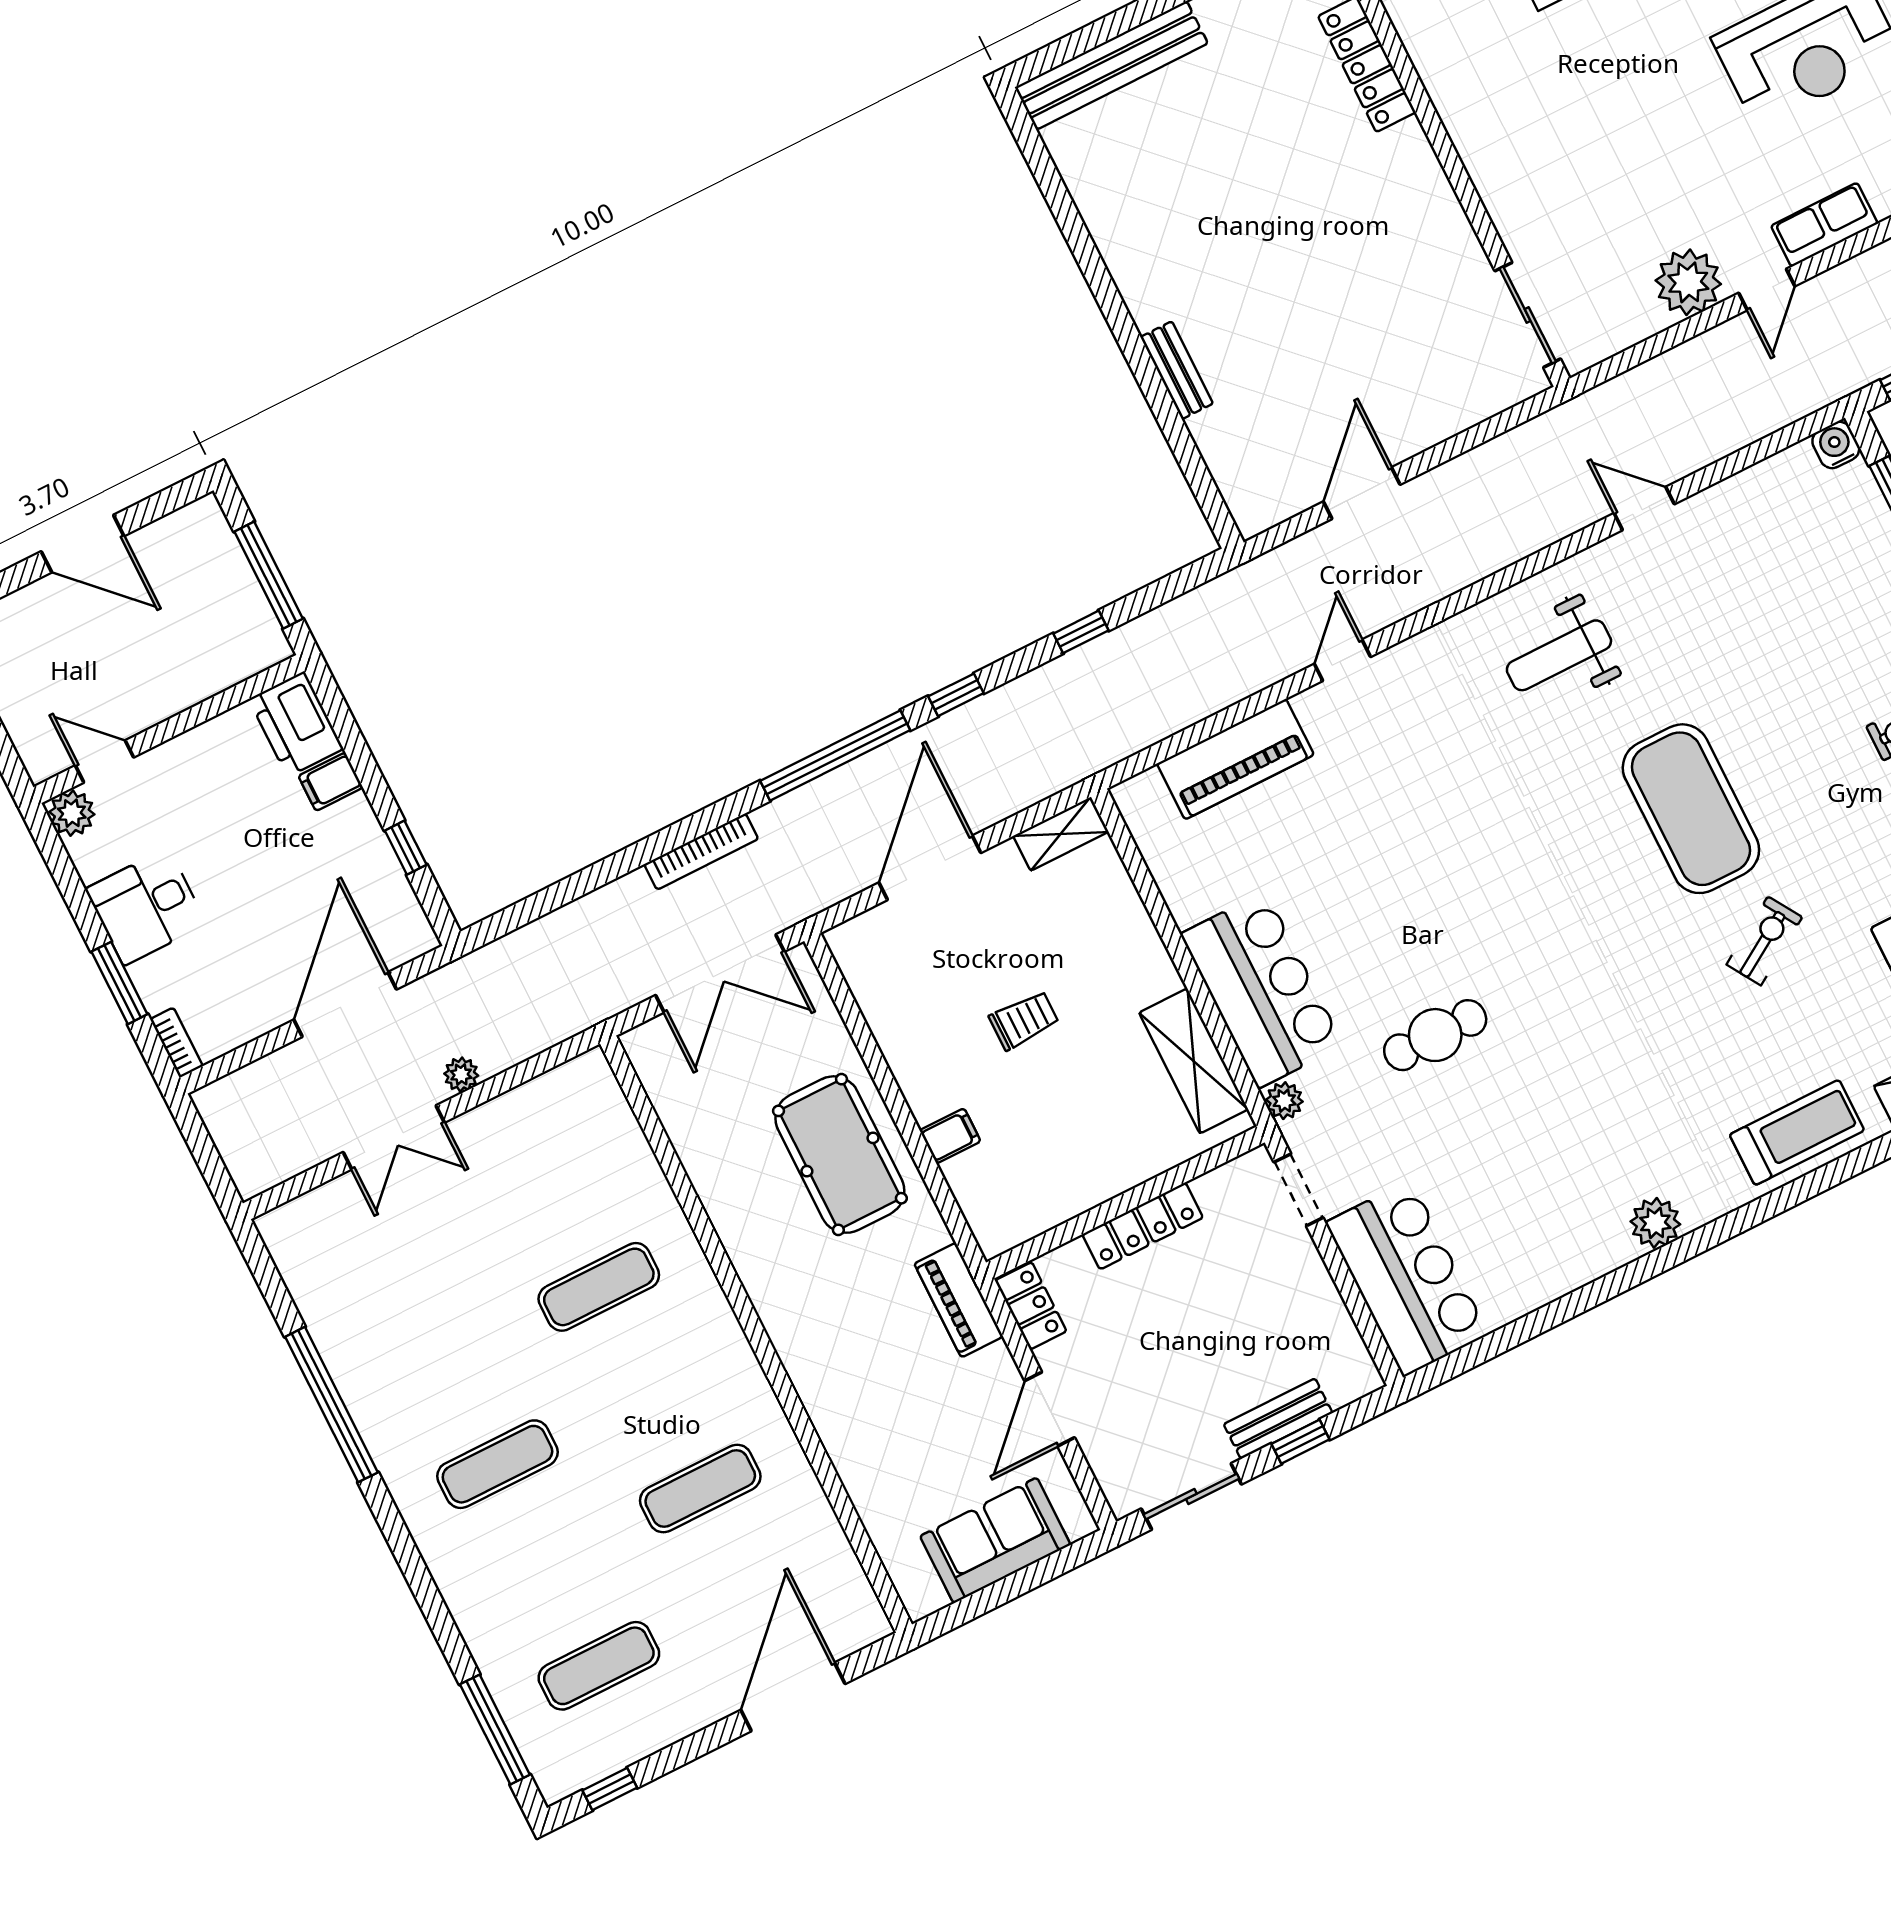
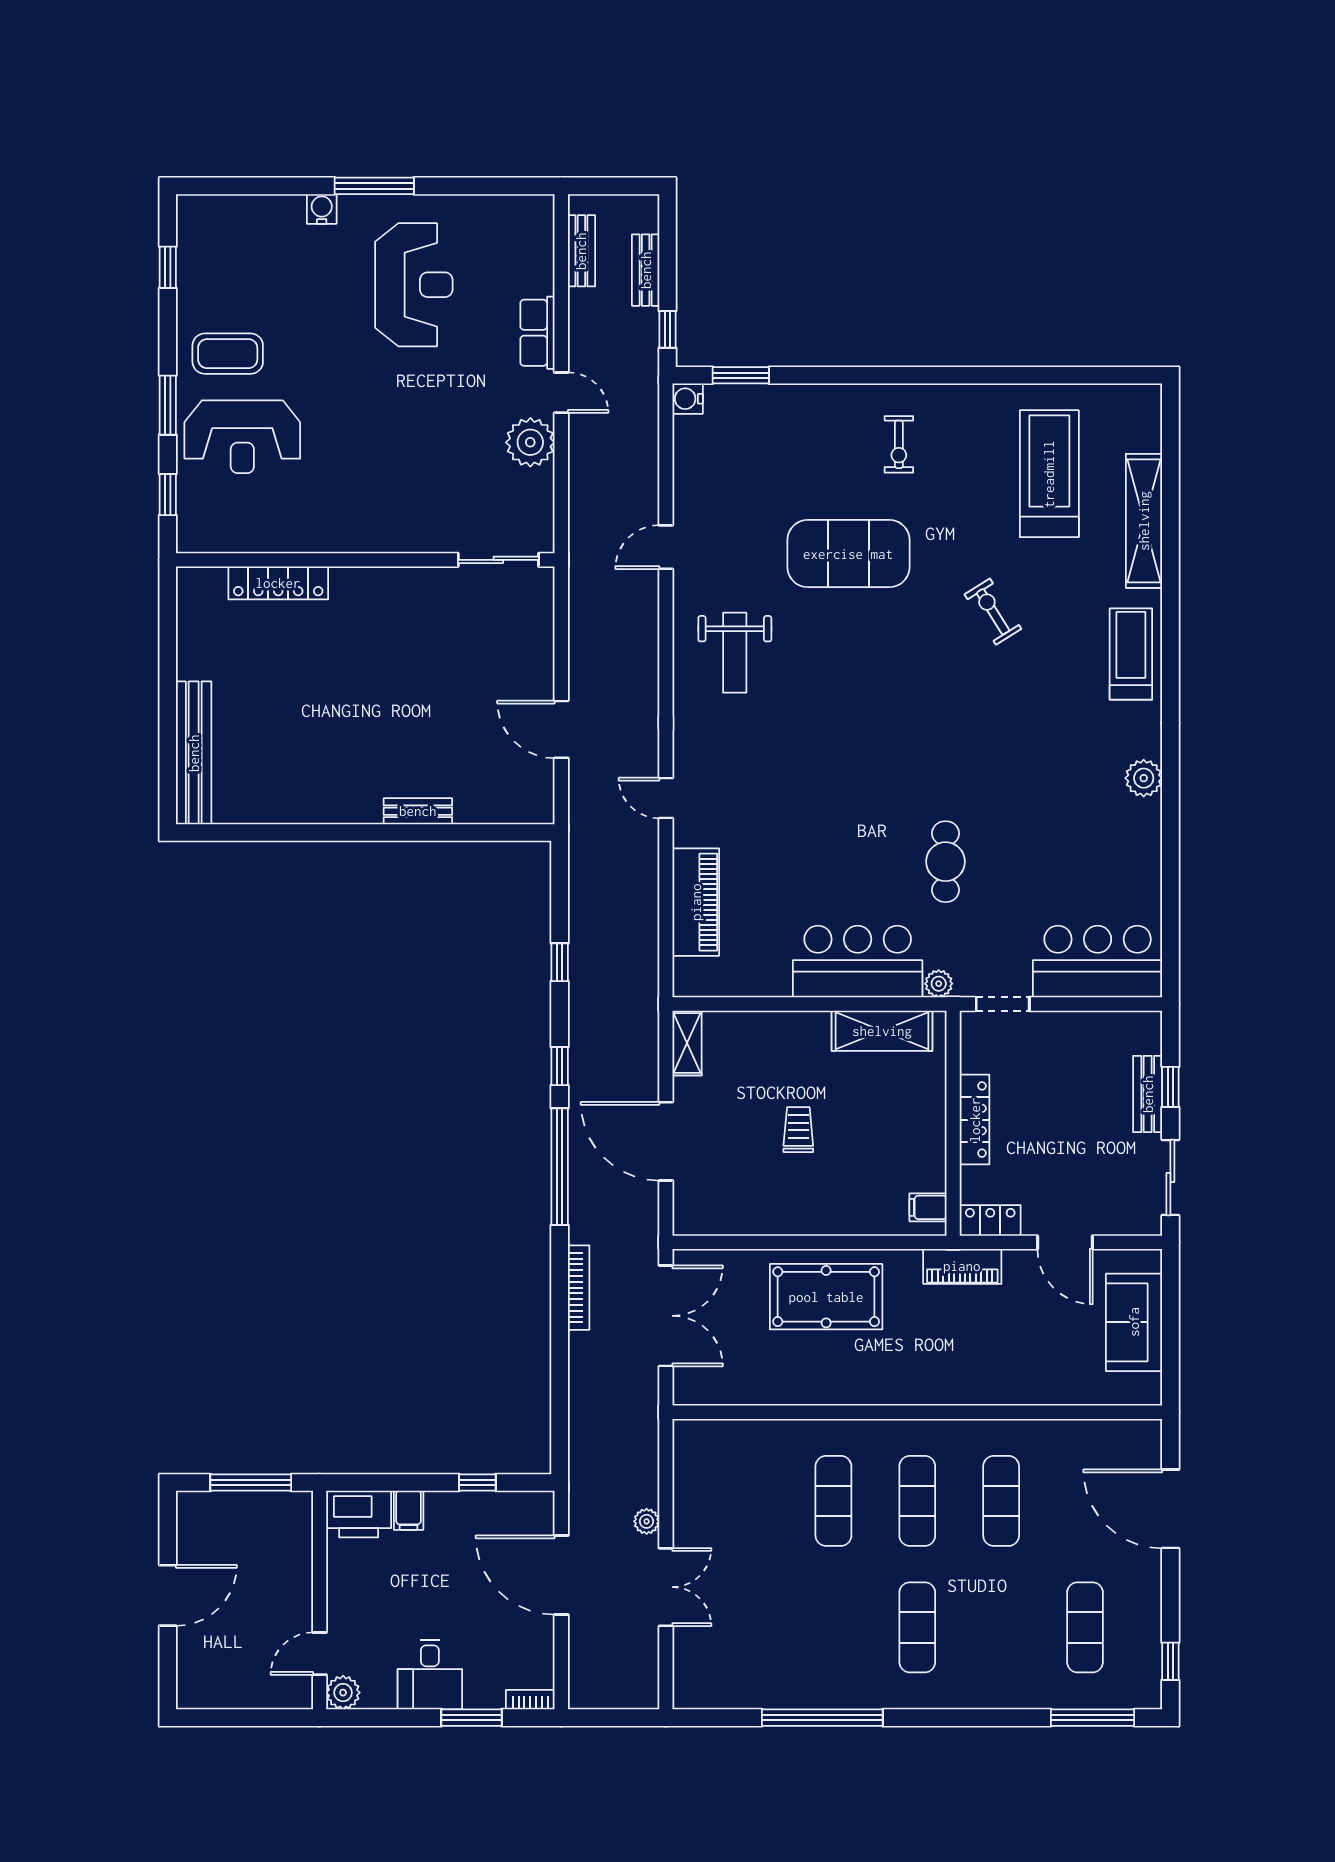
exercise mat: (1691, 809) -> (848, 554), moved
filing cabinet: (950, 1136) -> (928, 1207), moved, turned -90
exercise mat: (650, 1388) -> (917, 1501), added

